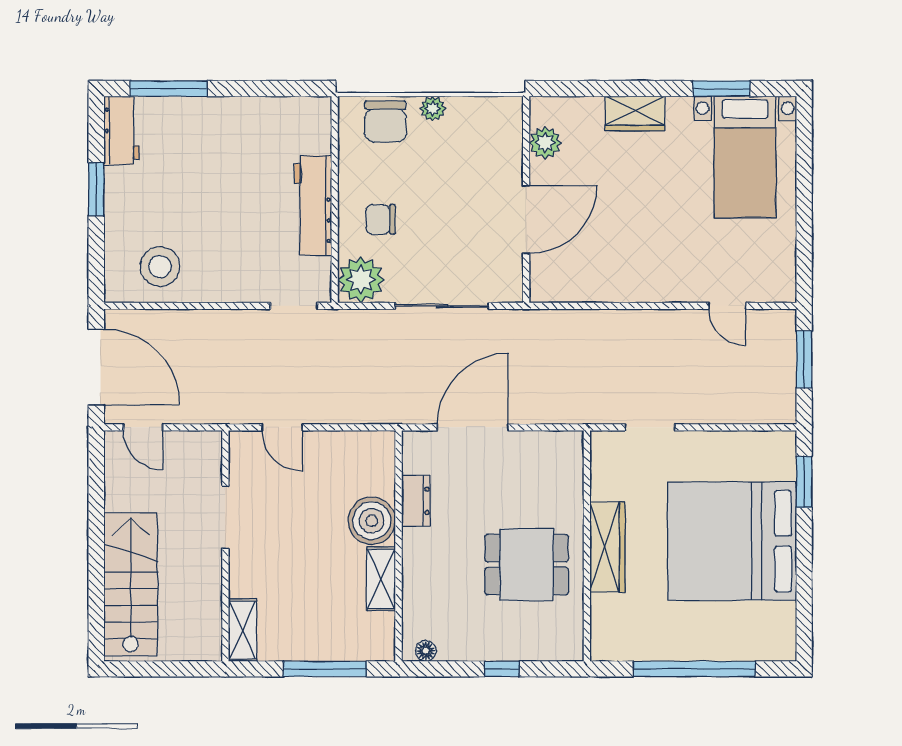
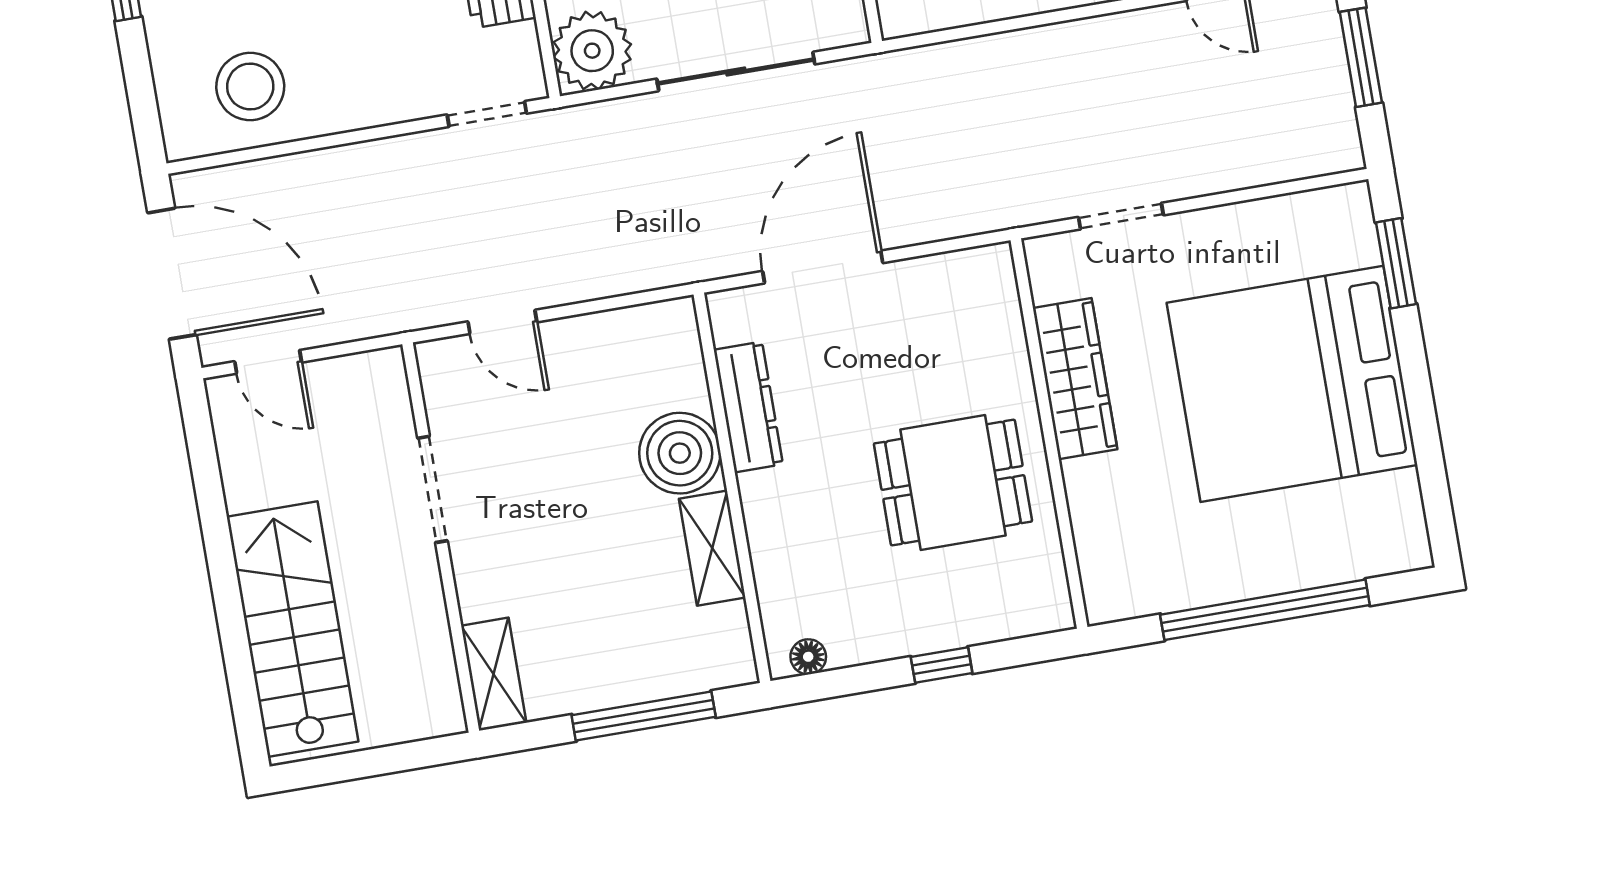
dresser: (416, 501) -> (748, 407), width x1.44
wardrobe: (607, 547) -> (1075, 379), moved

